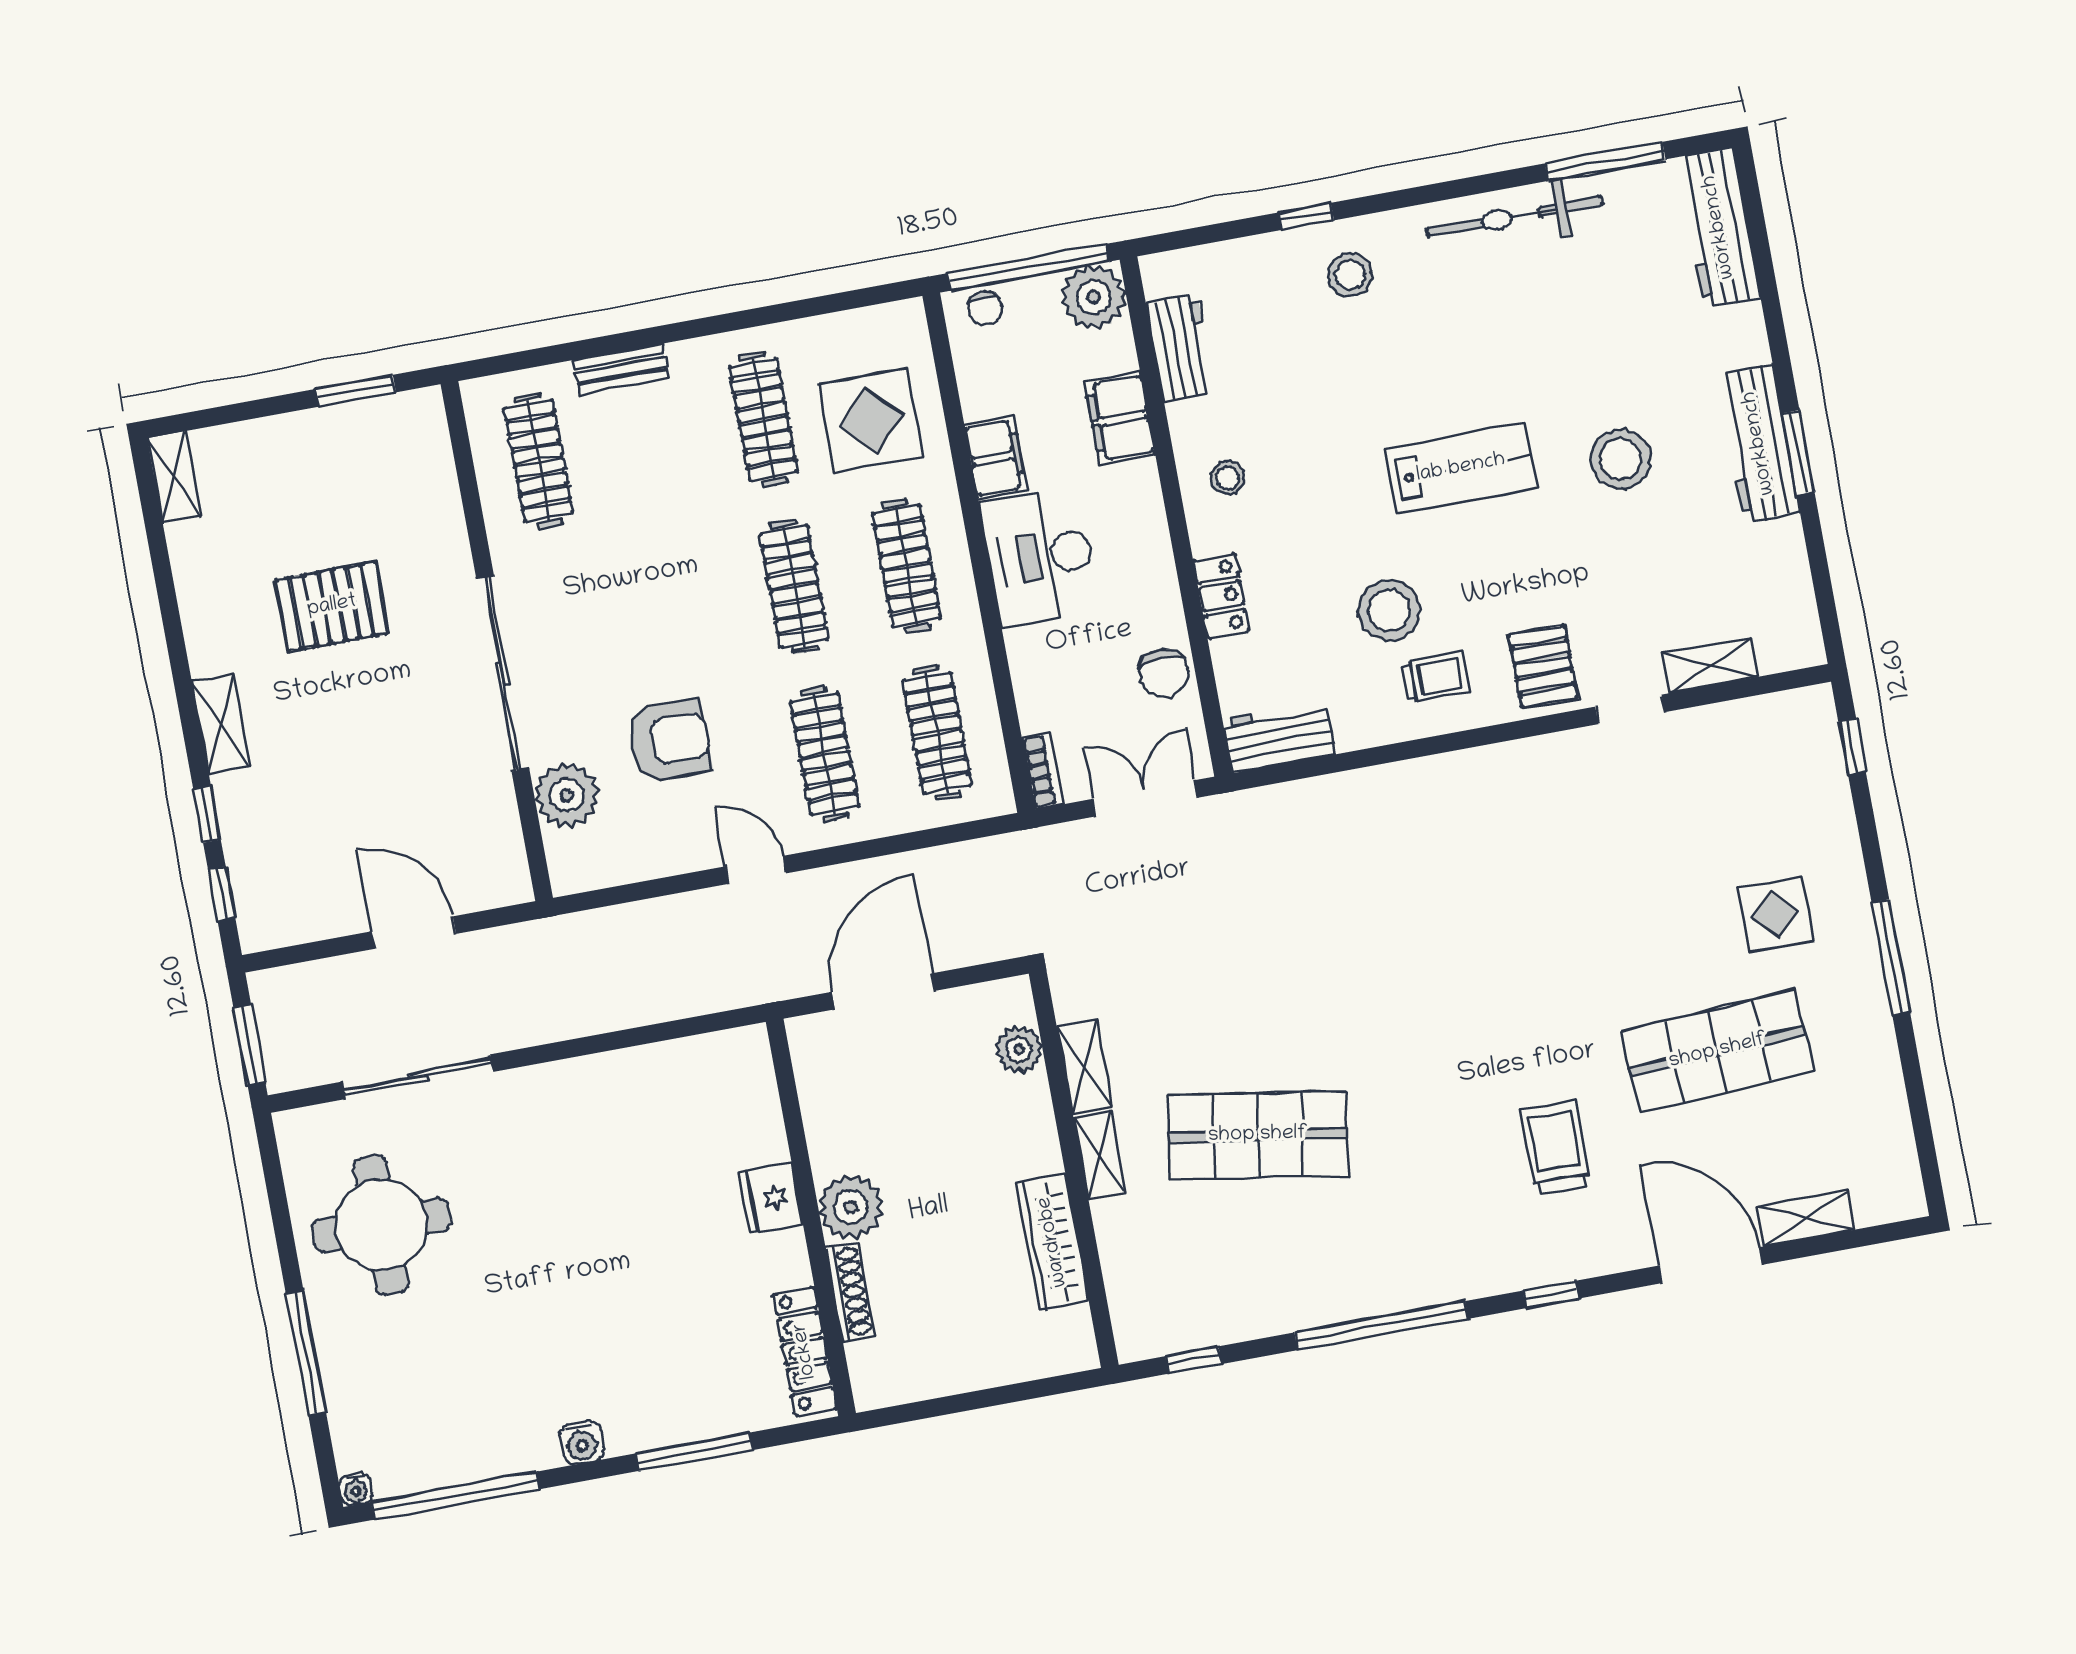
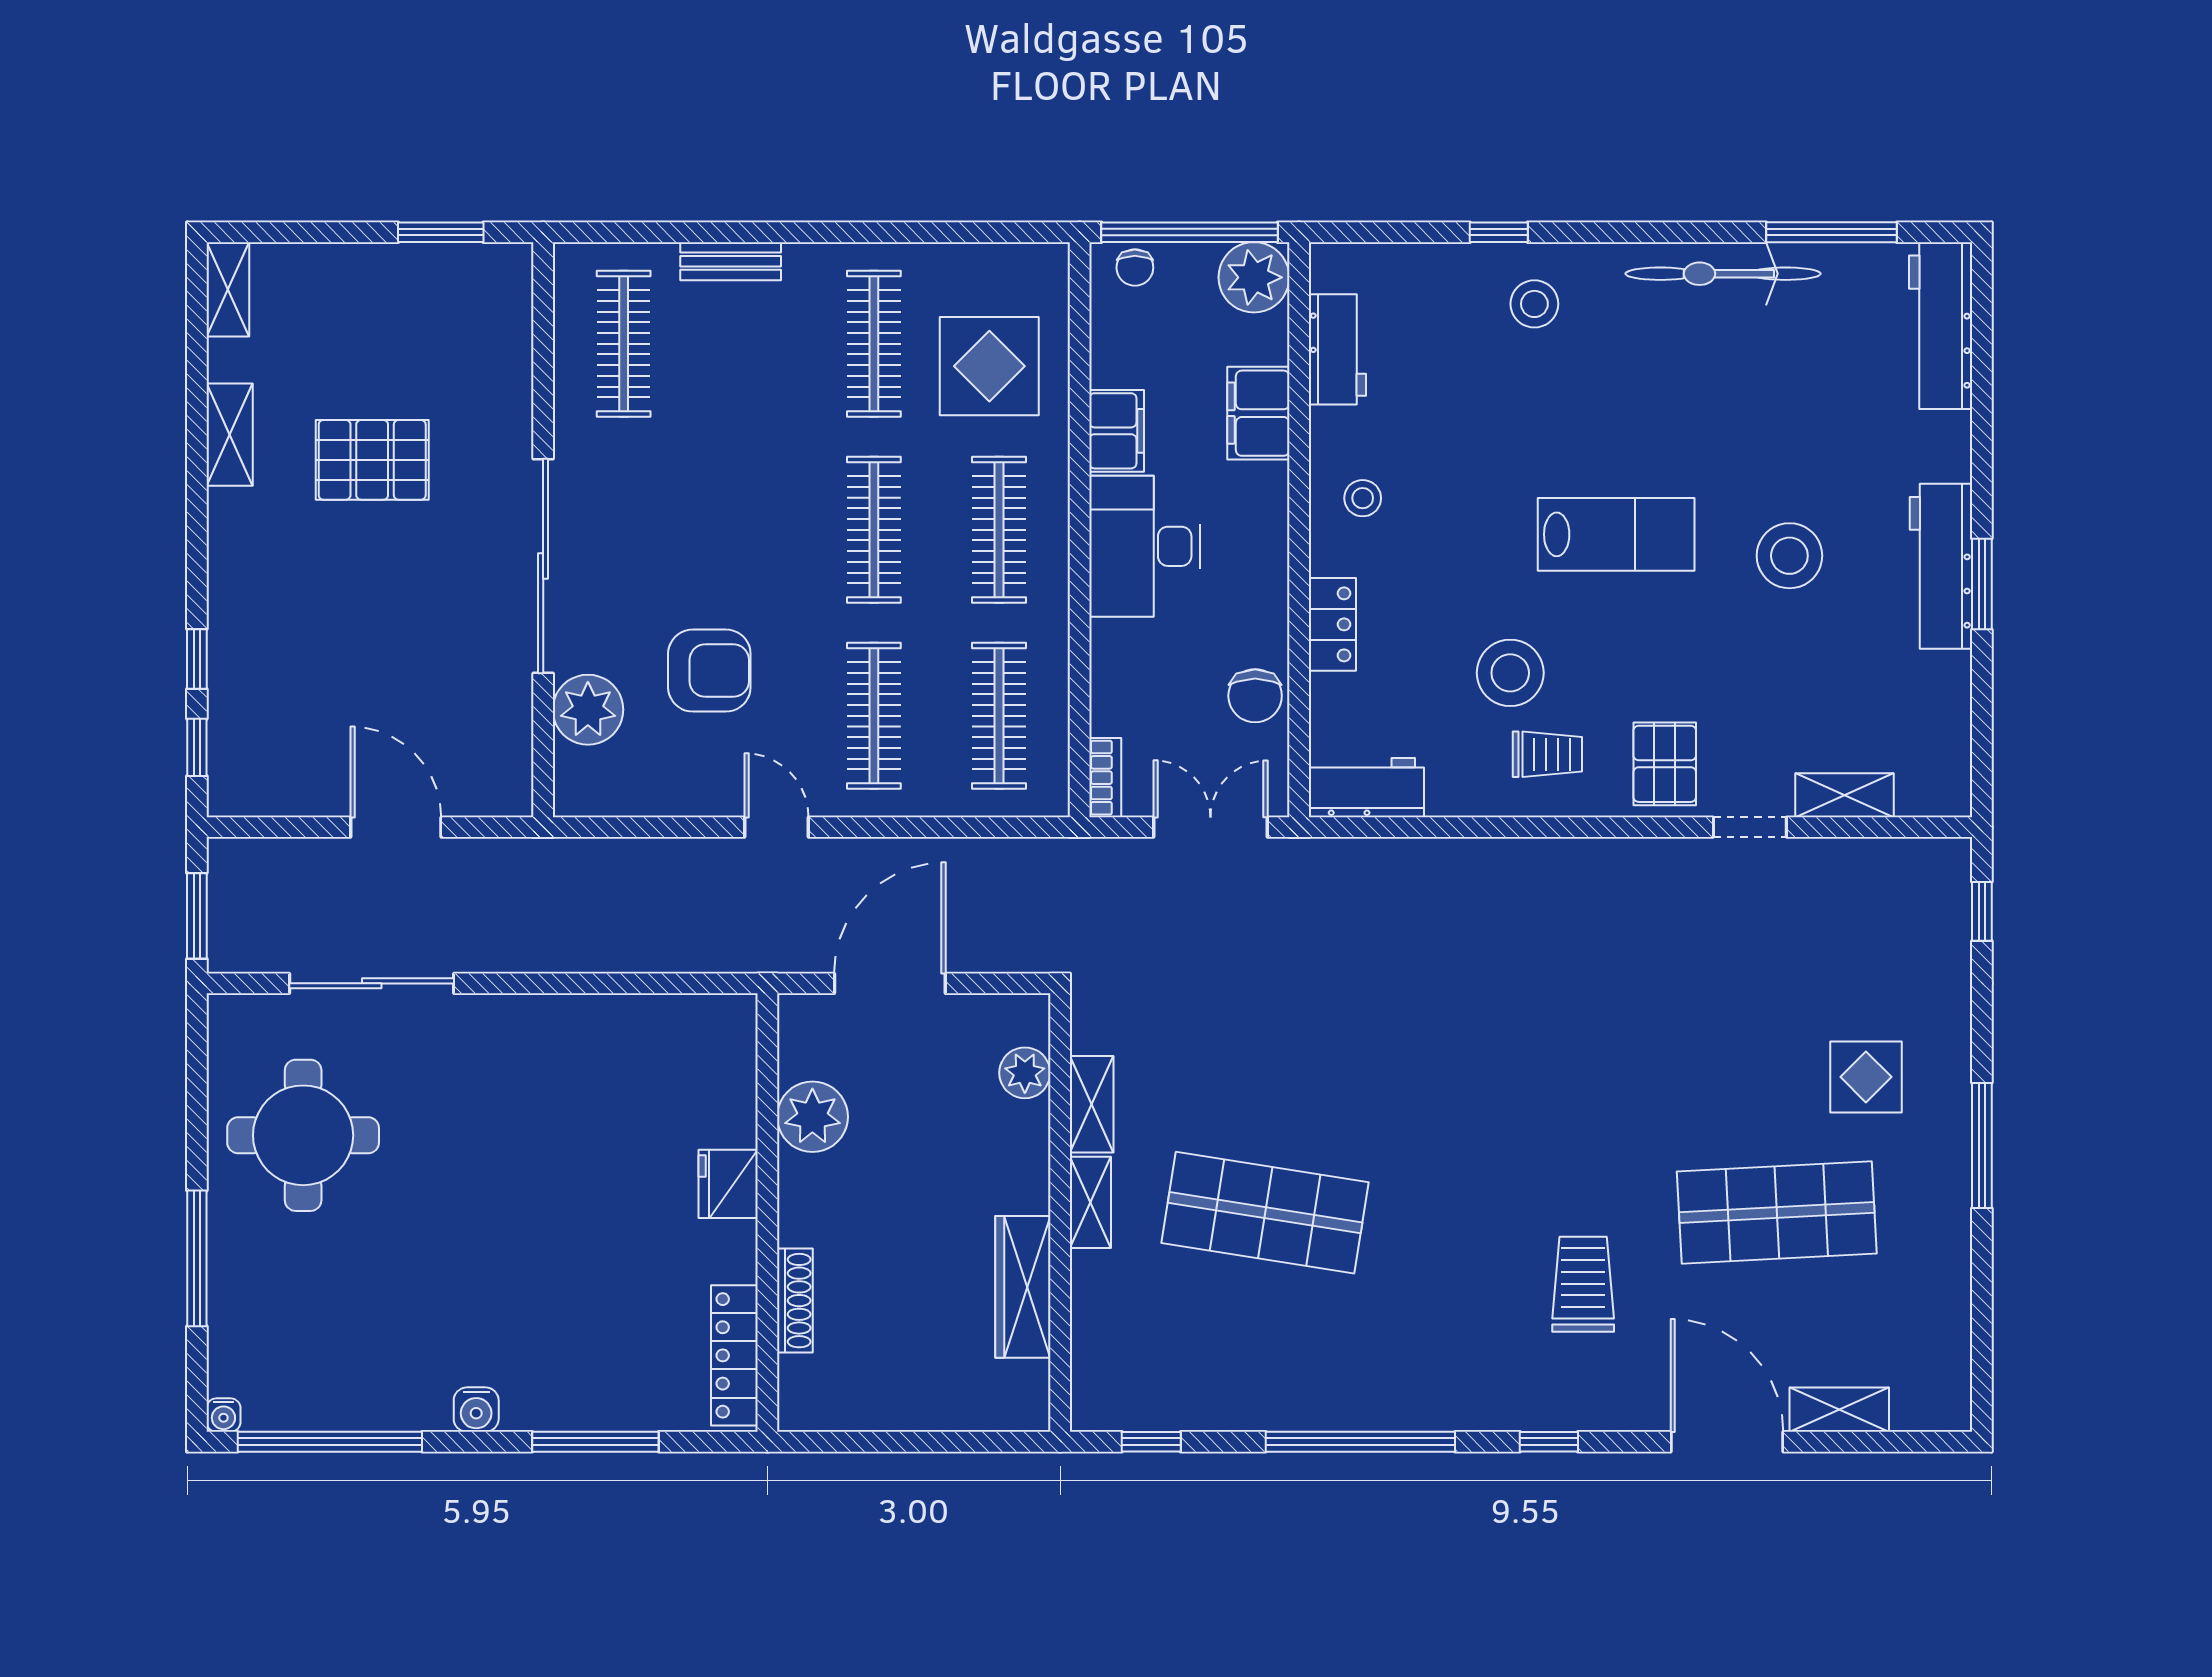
shelving: (221, 723) -> (230, 435), moved
plant: (851, 1207) -> (812, 1117), moved

